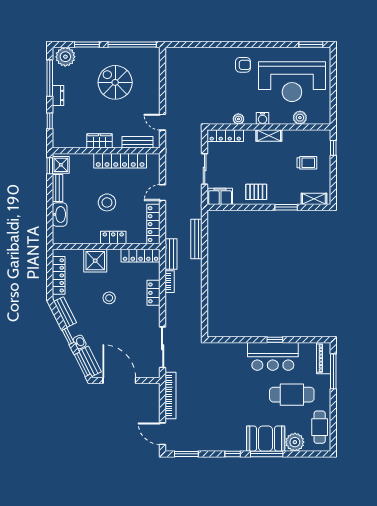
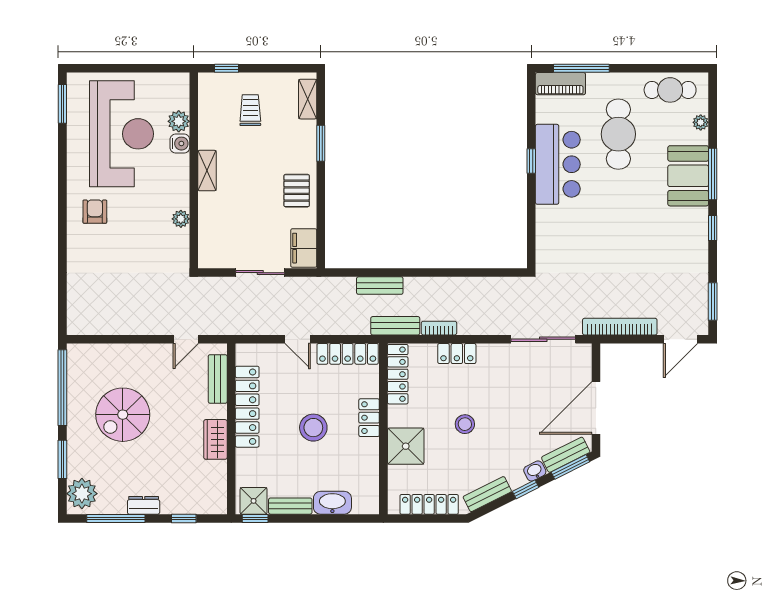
water cooler: (262, 118) -> (180, 144), moved
locker: (225, 136) -> (207, 240), removed
bench: (196, 239) -> (380, 286), width x0.73
plant: (295, 442) -> (701, 122), width x0.53, depth x0.53

